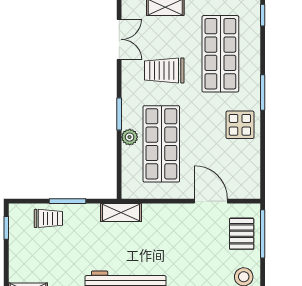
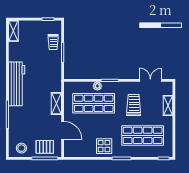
double door: (119, 39) -> (150, 80), swing flipped
door: (211, 201) -> (63, 130), hinge flipped
shelving: (121, 213) -> (56, 104), moved

